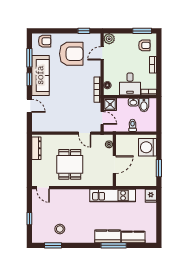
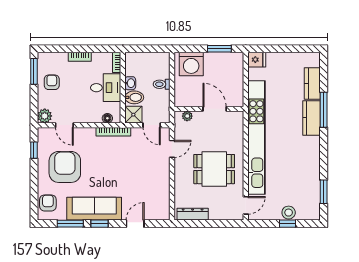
armchair: (144, 45) -> (52, 82), moved
bidet: (144, 105) -> (134, 97), moved
door: (102, 118) -> (152, 125), swing flipped
kitchen unit: (113, 196) -> (256, 137), width x1.86
stool: (60, 229) -> (289, 213), moved

